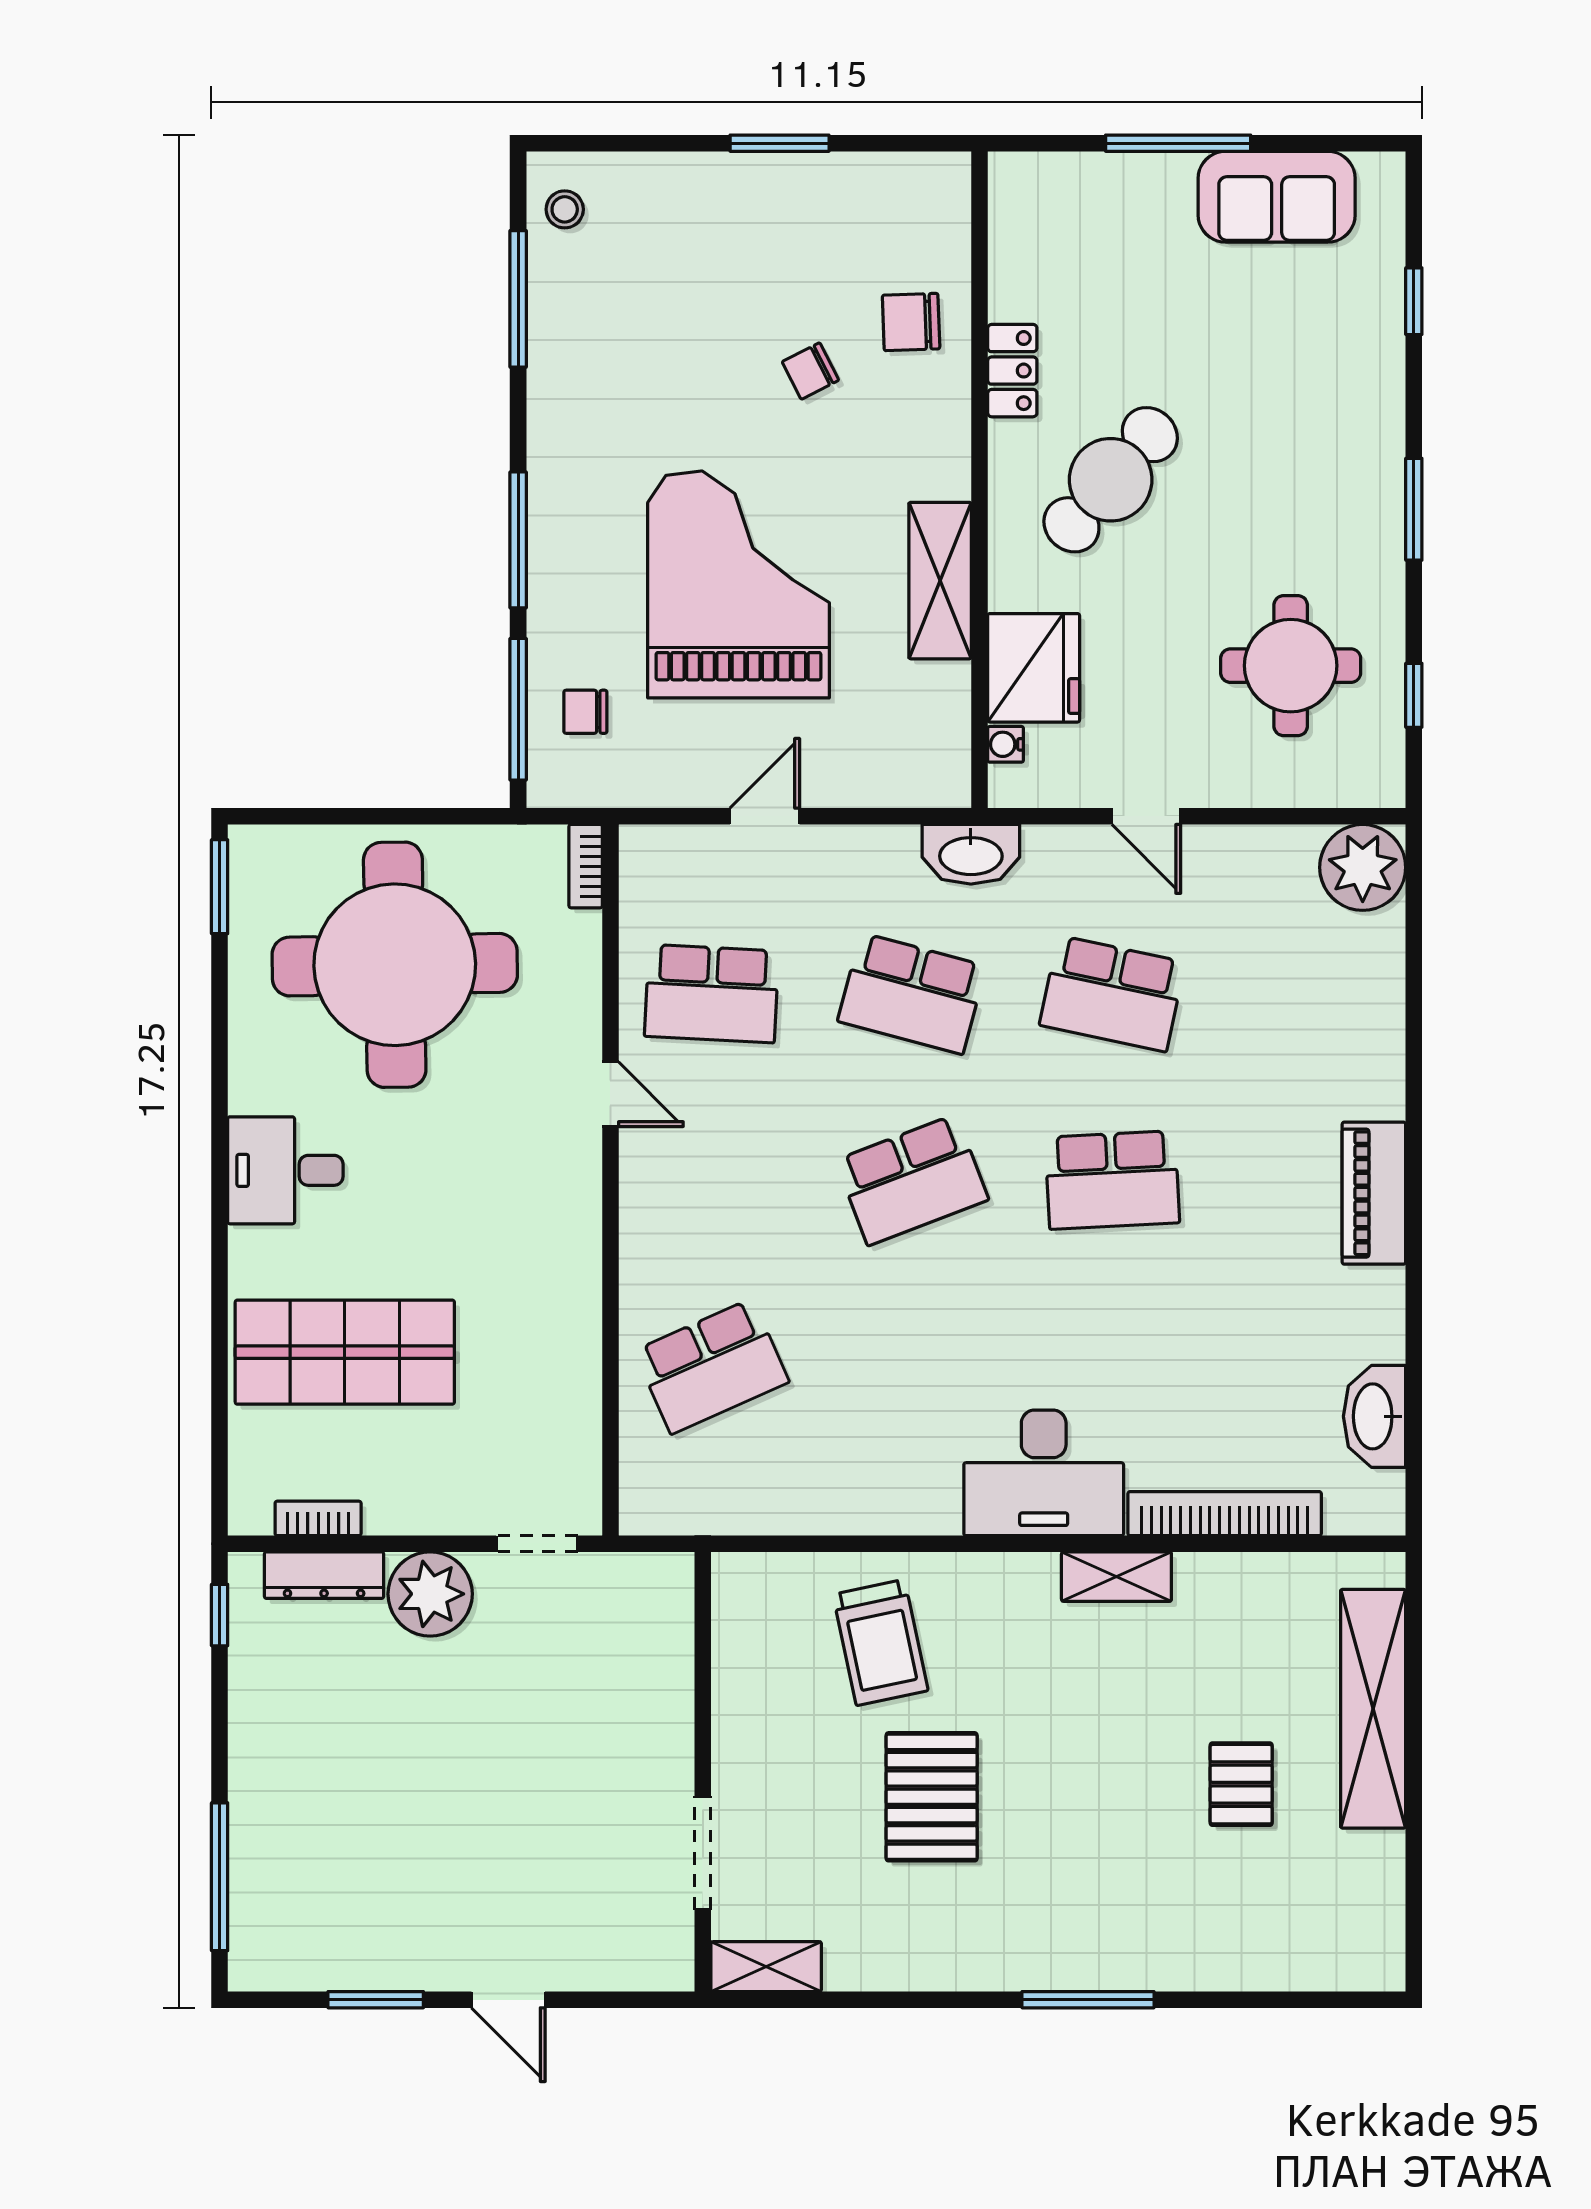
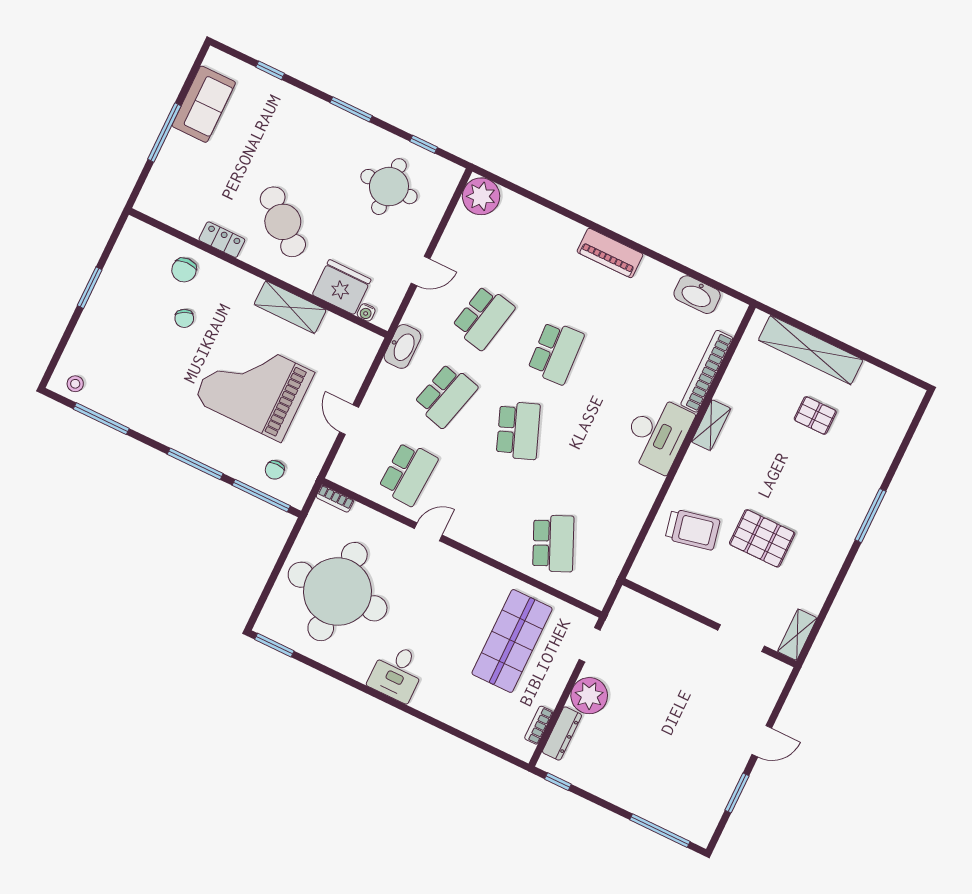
shop shelf: (345, 1352) -> (512, 641), moved

